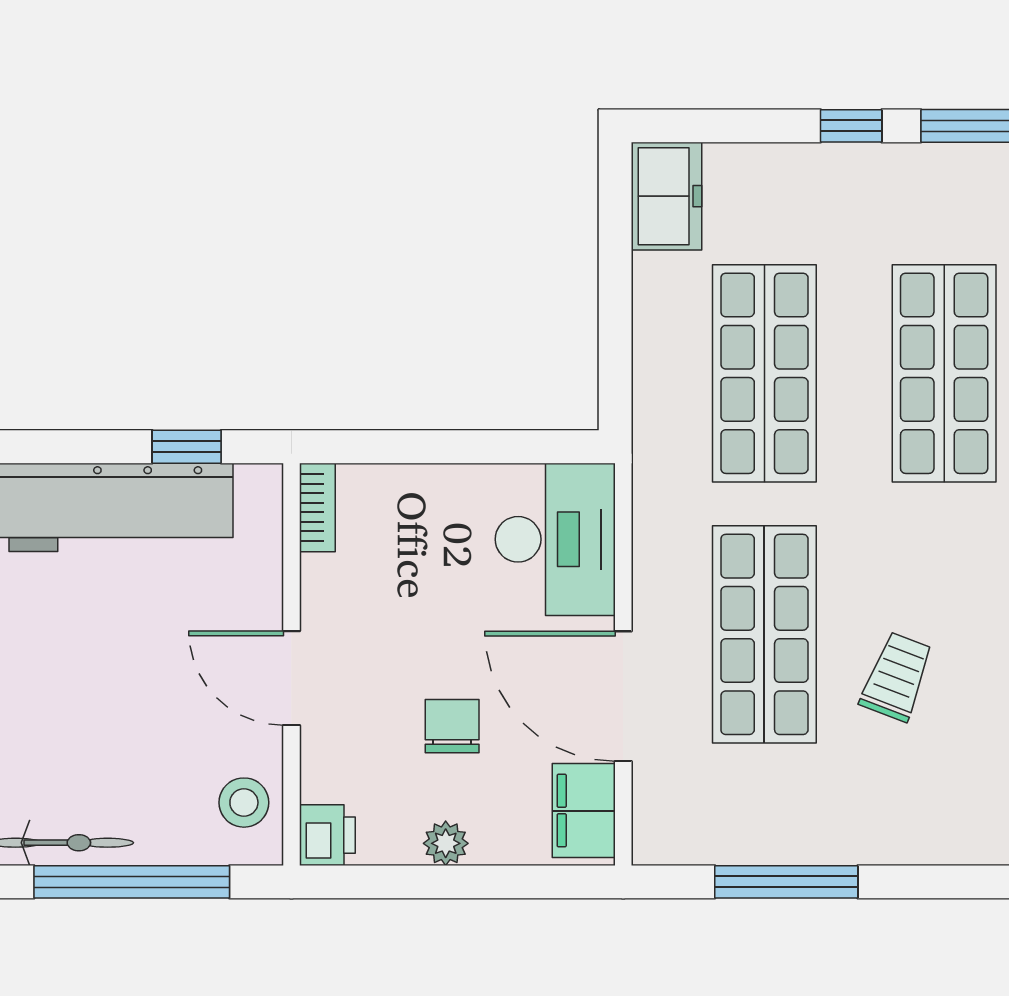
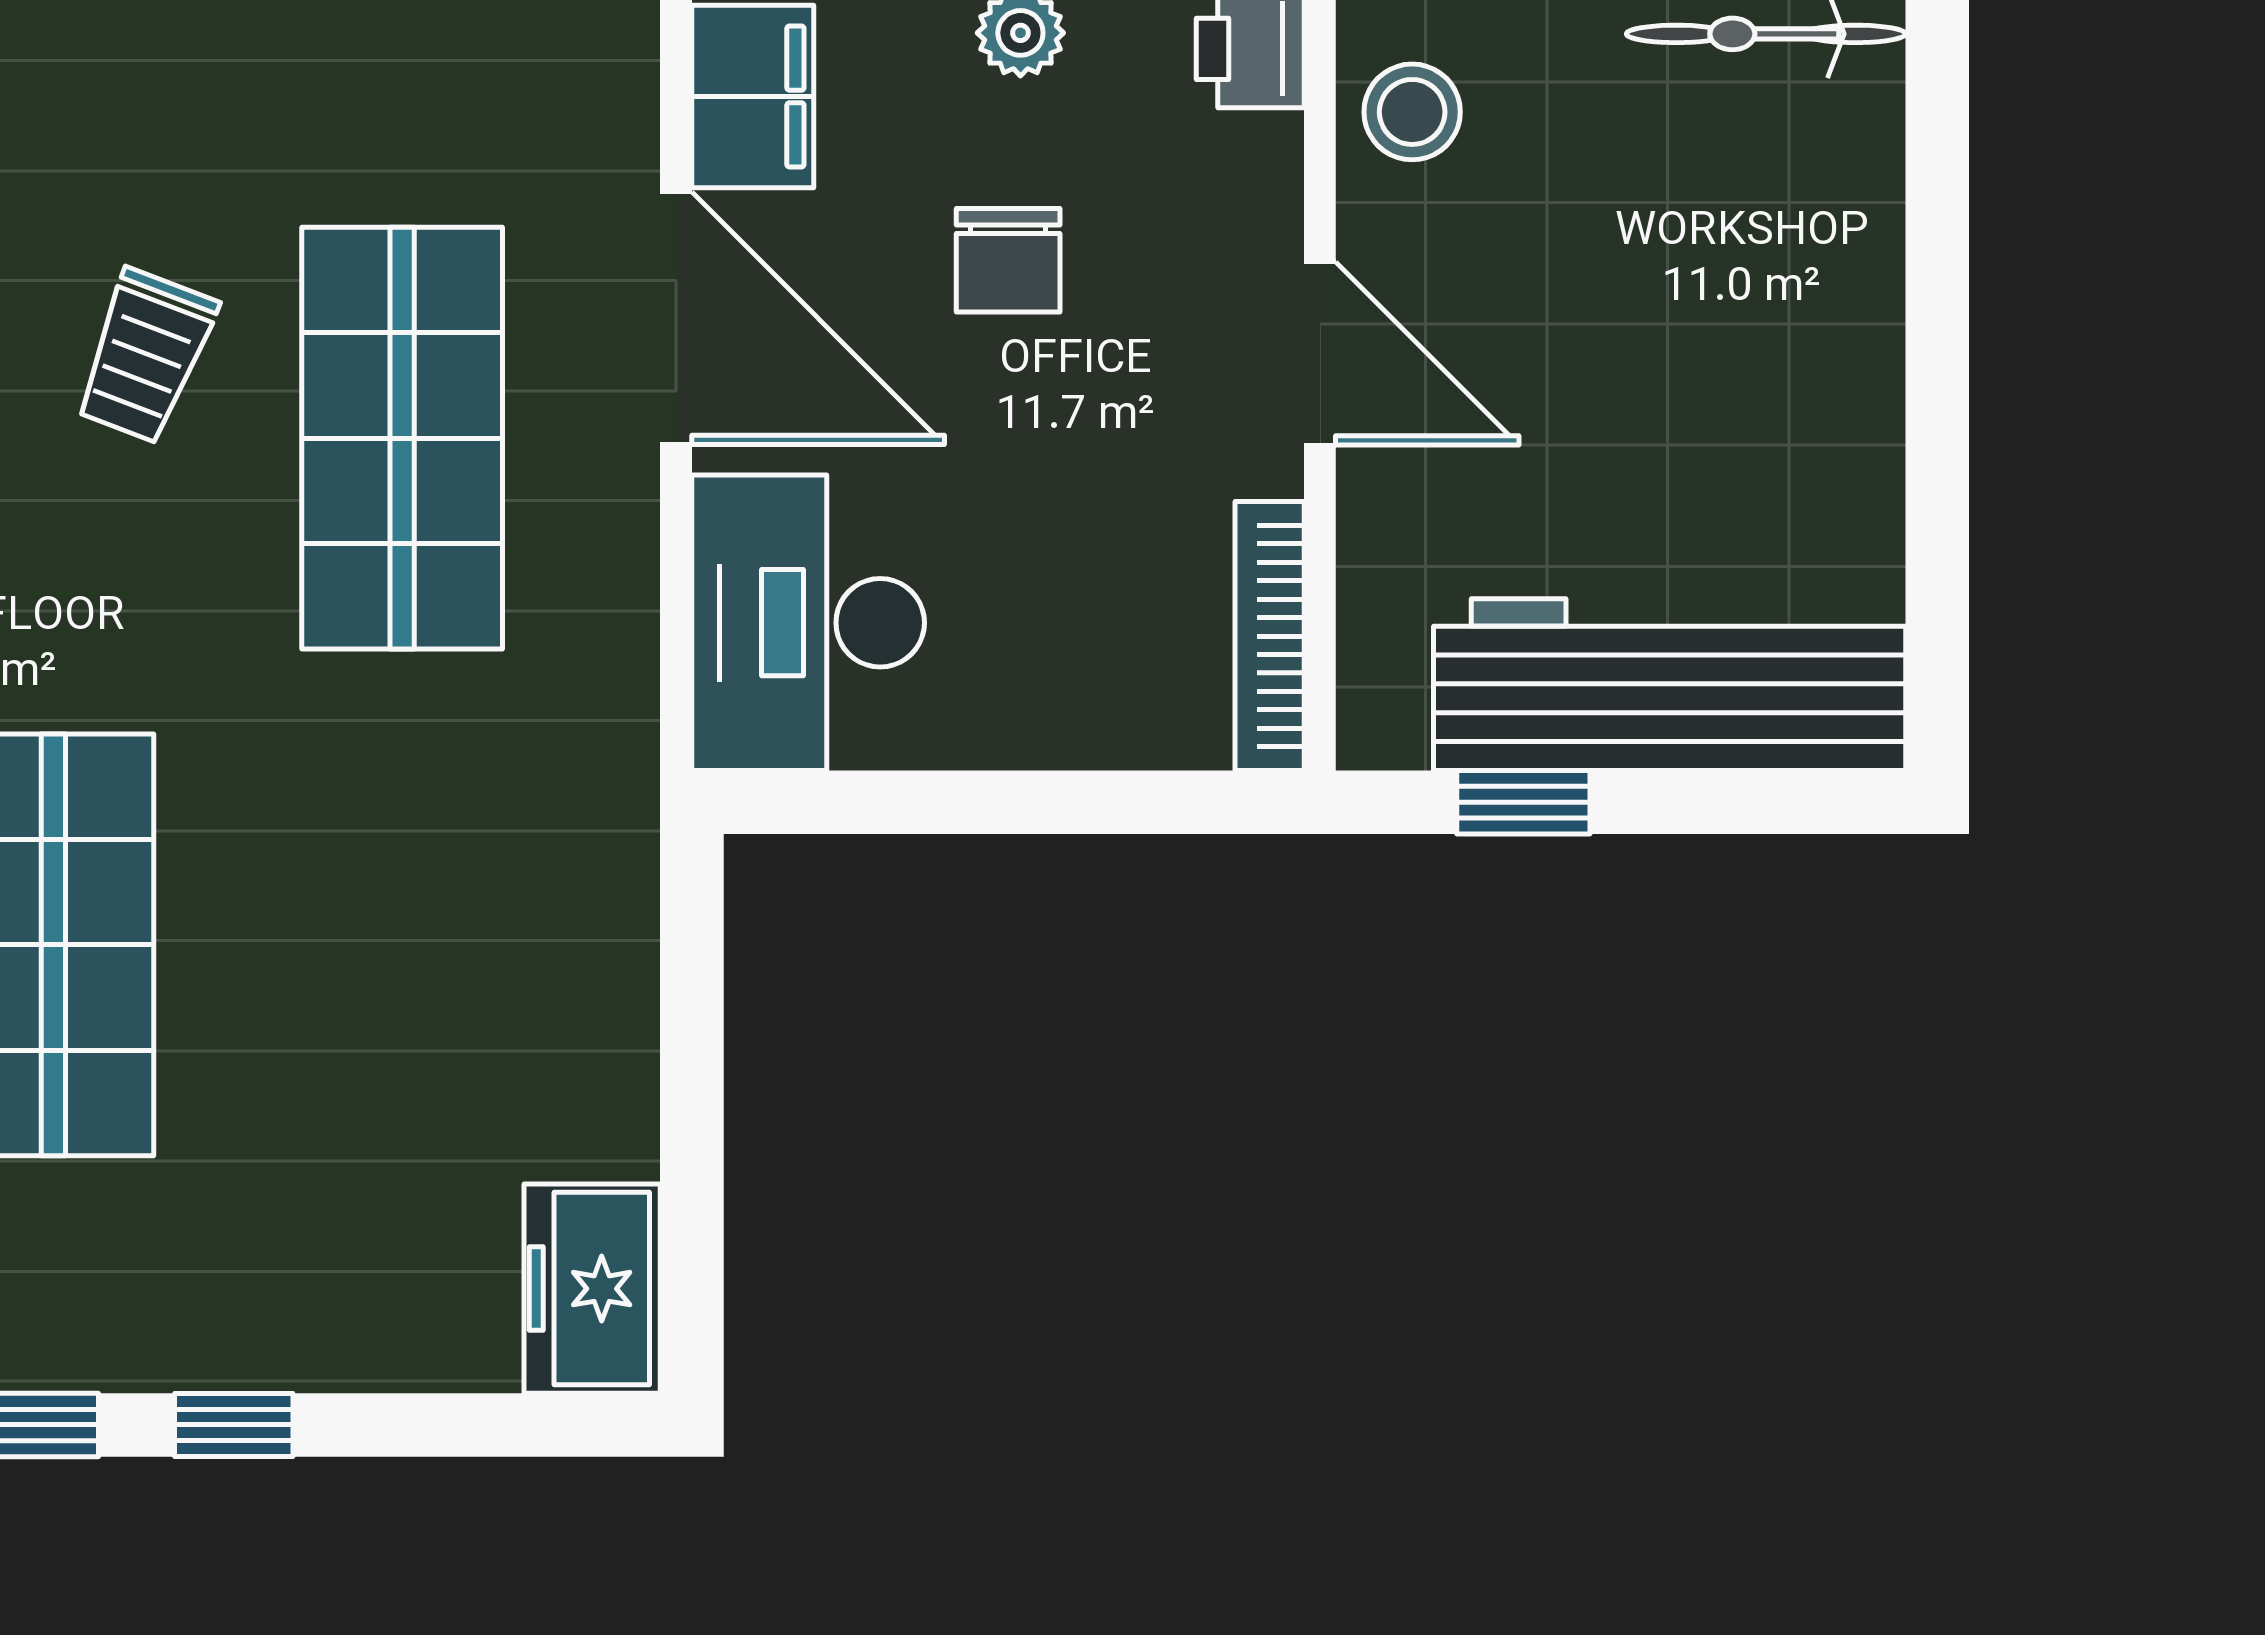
shop shelf: (764, 373) -> (402, 945), removed
bookcase: (317, 507) -> (1270, 636), width x1.56

